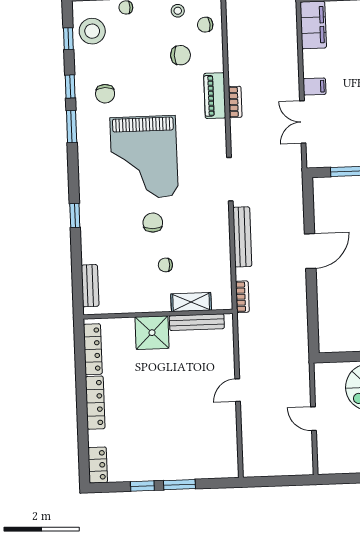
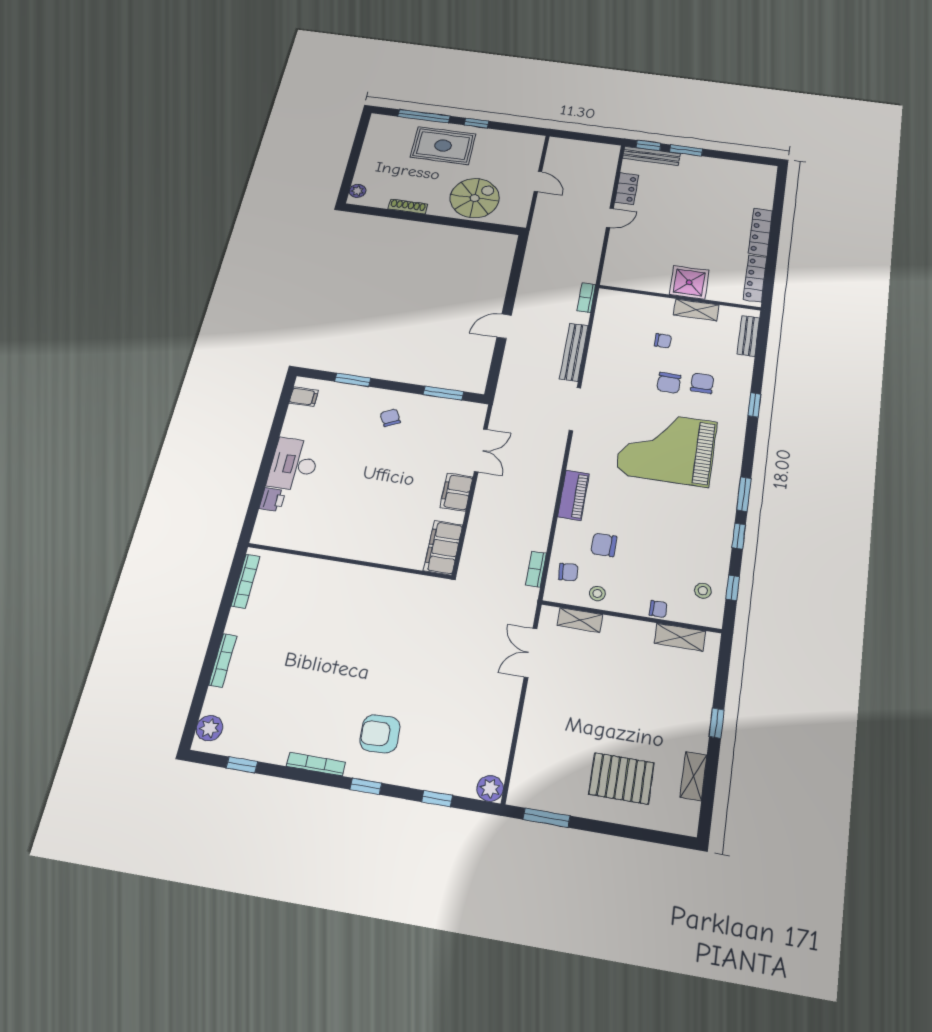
stool: (92, 31) -> (703, 591), width x0.53, depth x0.53
filing cabinet: (314, 86) -> (456, 492), width x2.00
chair: (105, 94) -> (702, 383), moved
bookcase: (235, 102) -> (536, 569), moved
grand piano: (144, 157) -> (666, 448), turned -90
door: (310, 251) -> (504, 326), width x0.73
shelving: (191, 302) -> (696, 310), moved
bench: (197, 322) -> (651, 156), moved
locker: (98, 465) -> (627, 189), moved, turned 180
window: (142, 486) -> (648, 145), moved

